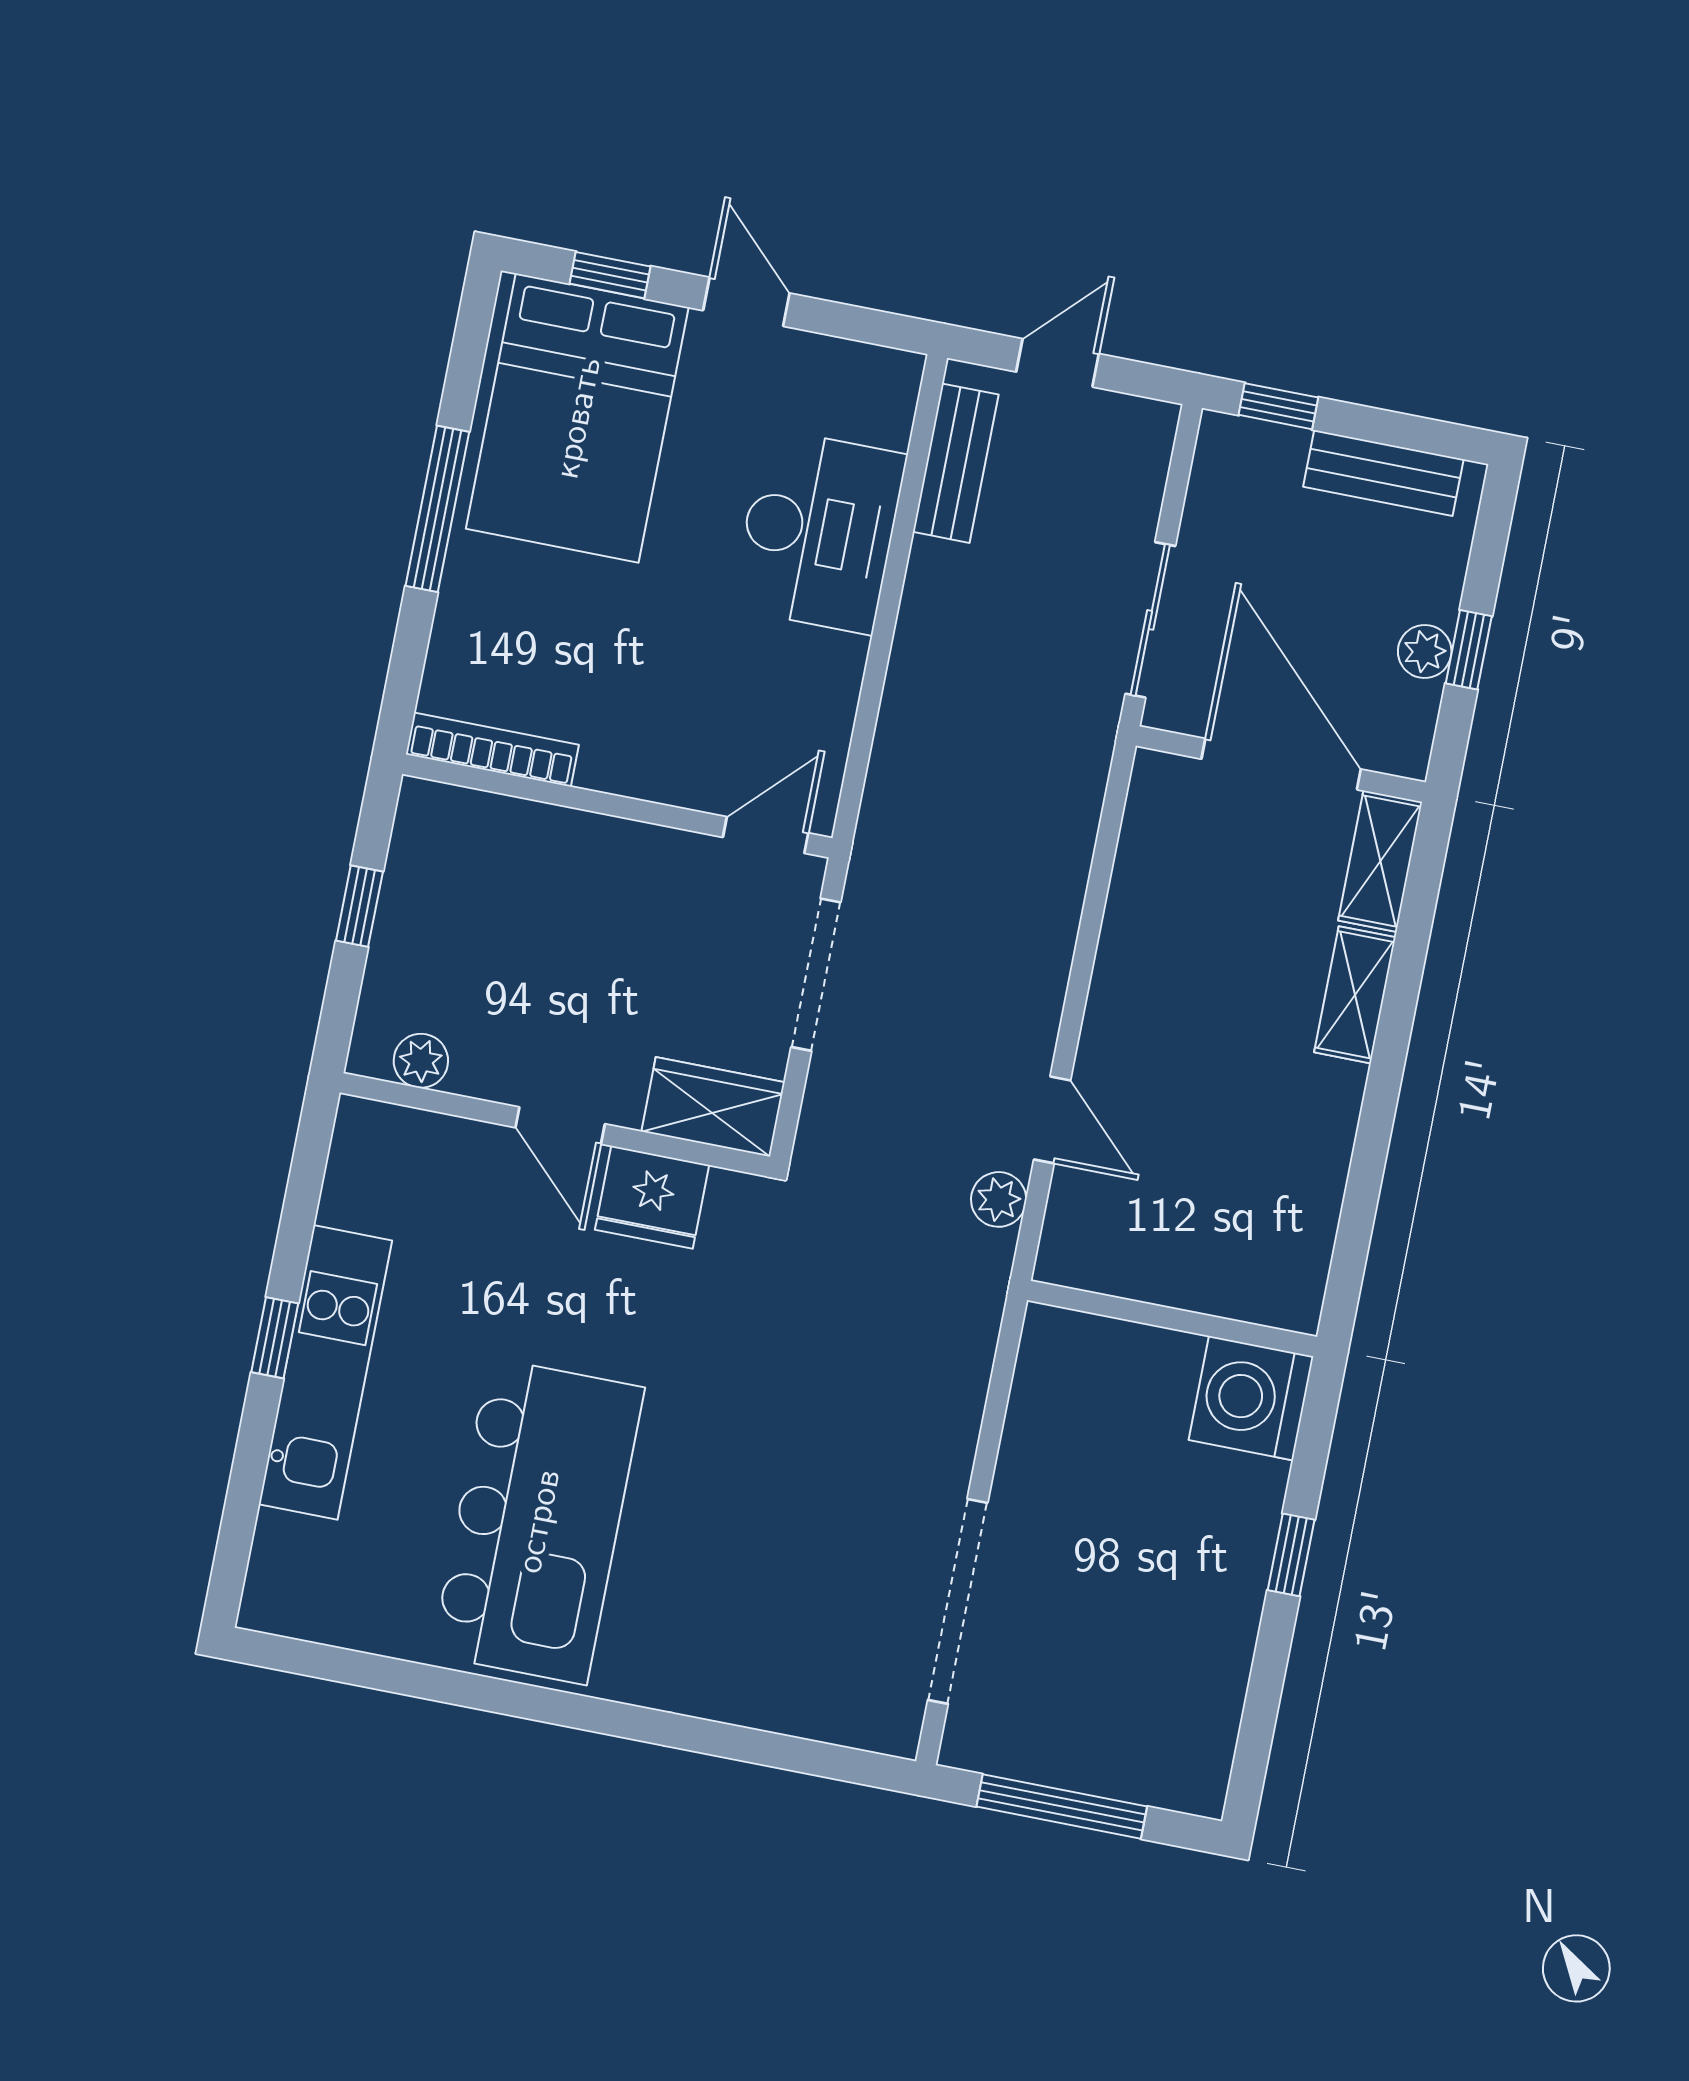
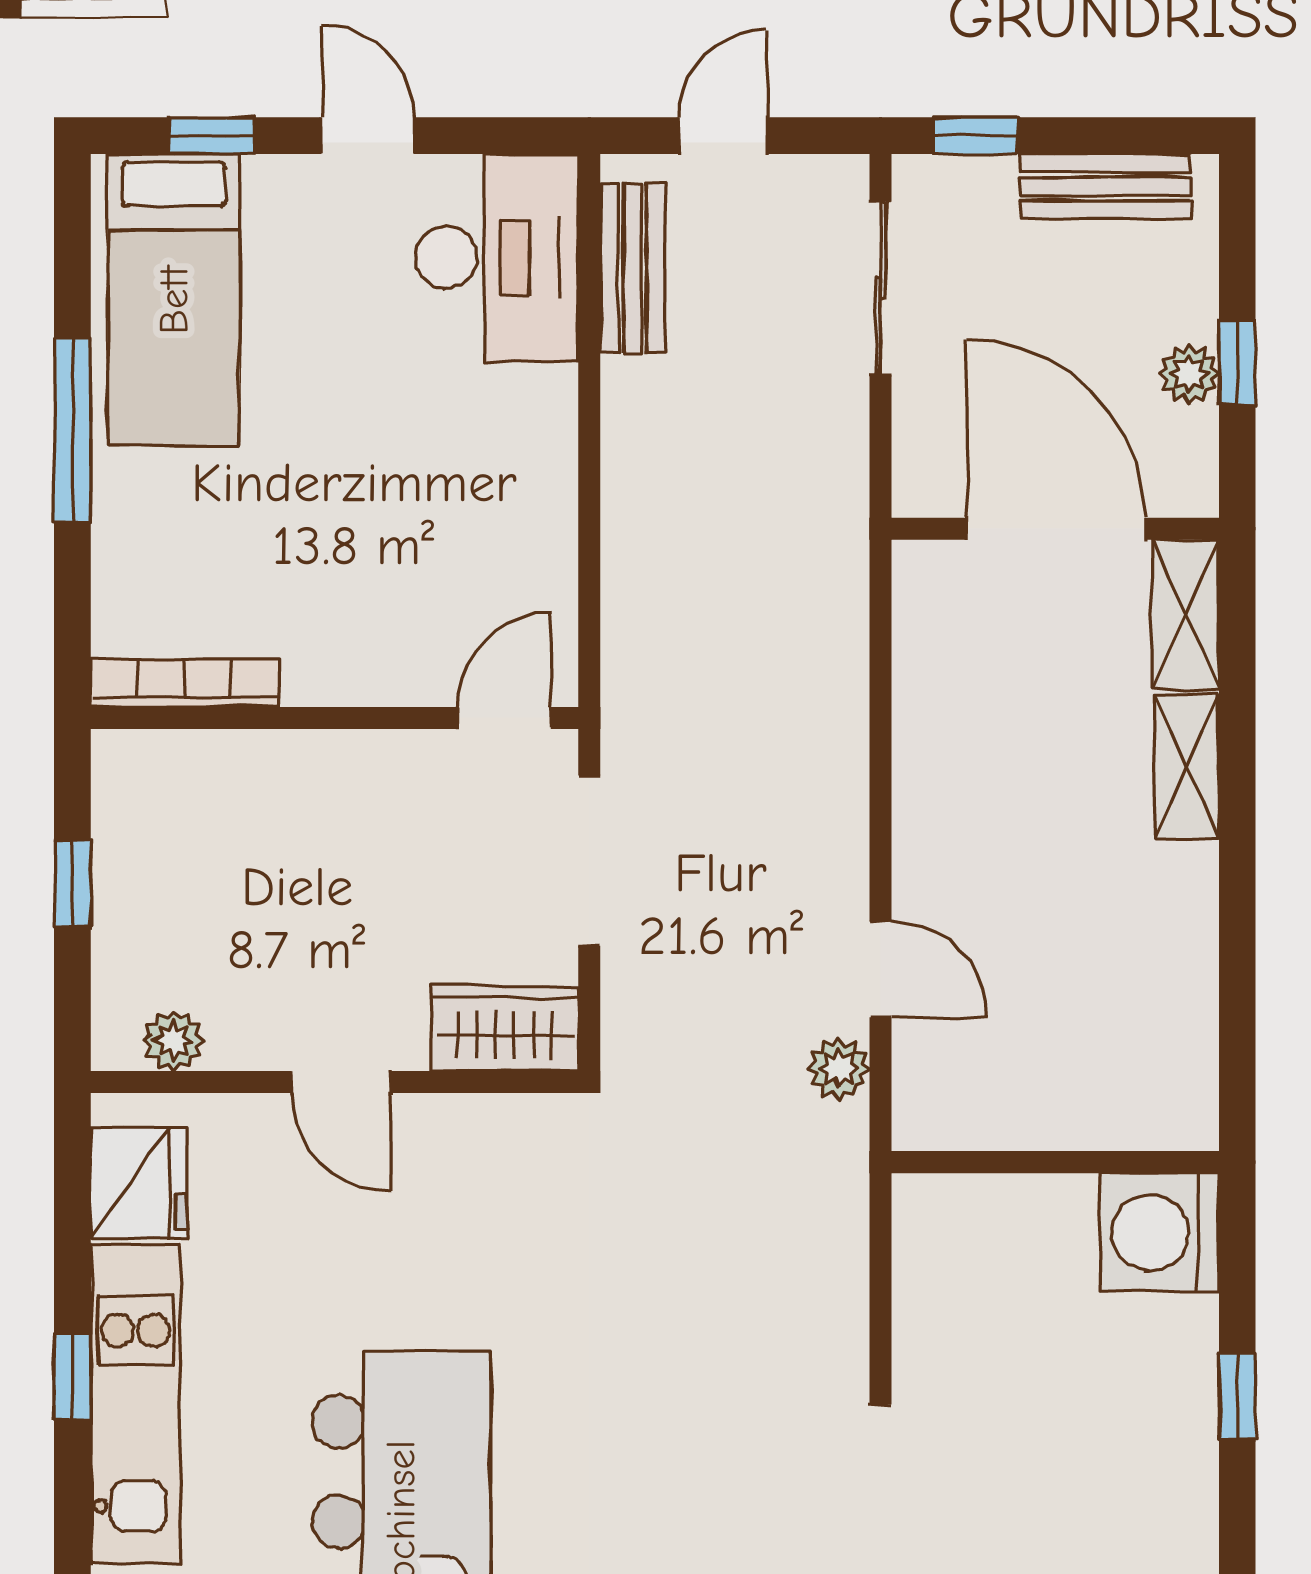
bed: (577, 418) -> (174, 300), width x0.67
desk: (819, 531) -> (497, 258), moved
sliding door: (1150, 620) -> (881, 288), moved
fridge: (652, 1197) -> (139, 1183), moved, turned -90

